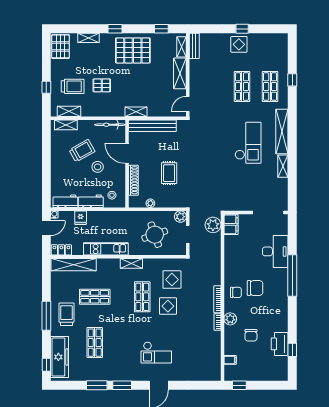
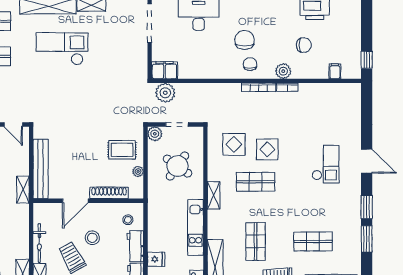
bicycle: (110, 125) -> (39, 243), moved
rug: (169, 173) -> (122, 150), moved
round table: (155, 235) -> (177, 166), turned -36

